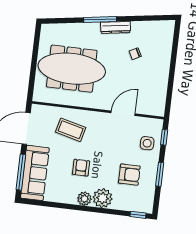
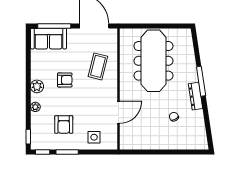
door: (123, 113) -> (119, 112), hinge flipped
window: (164, 137) -> (43, 152), moved
sofa: (35, 173) -> (48, 39), width x0.73
plant: (103, 198) -> (35, 107), width x0.53, depth x0.53

